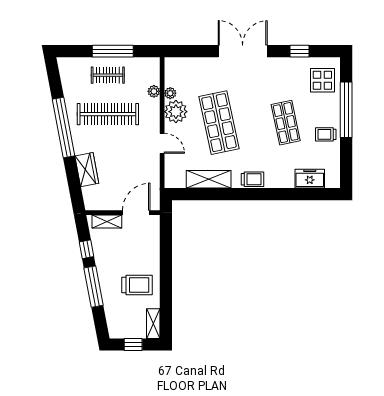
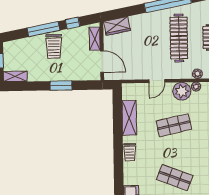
shop shelf: (219, 123) -> (174, 125), width x0.70, depth x0.74
shop shelf: (286, 123) -> (175, 177), turned 33
wardrobe: (87, 170) -> (117, 26), moved
window: (166, 265) -> (61, 86), added
trolley: (137, 285) -> (54, 46), moved

